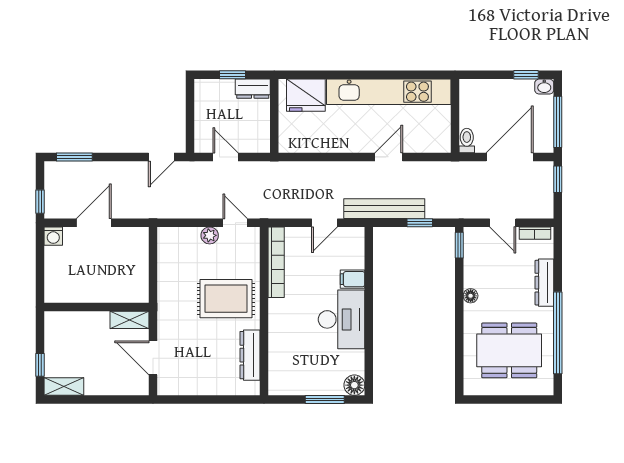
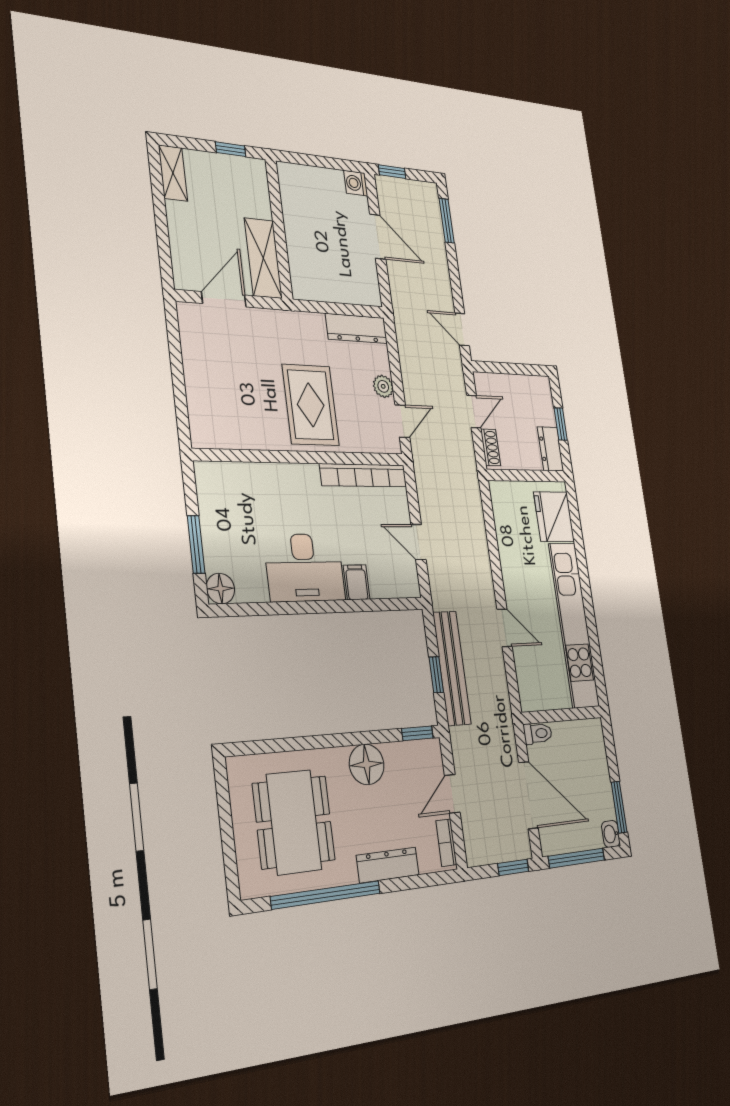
window: (526, 75) -> (619, 807), width x1.50
shoe rack: (253, 146) -> (491, 447), added
bench: (384, 209) -> (452, 668), moved
floor lamp: (471, 296) -> (367, 764), width x1.89, depth x1.89
shelving: (129, 320) -> (263, 258), width x1.50, depth x1.33
dresser: (250, 355) -> (356, 328), moved, turned 180
window: (40, 365) -> (231, 149), moved

